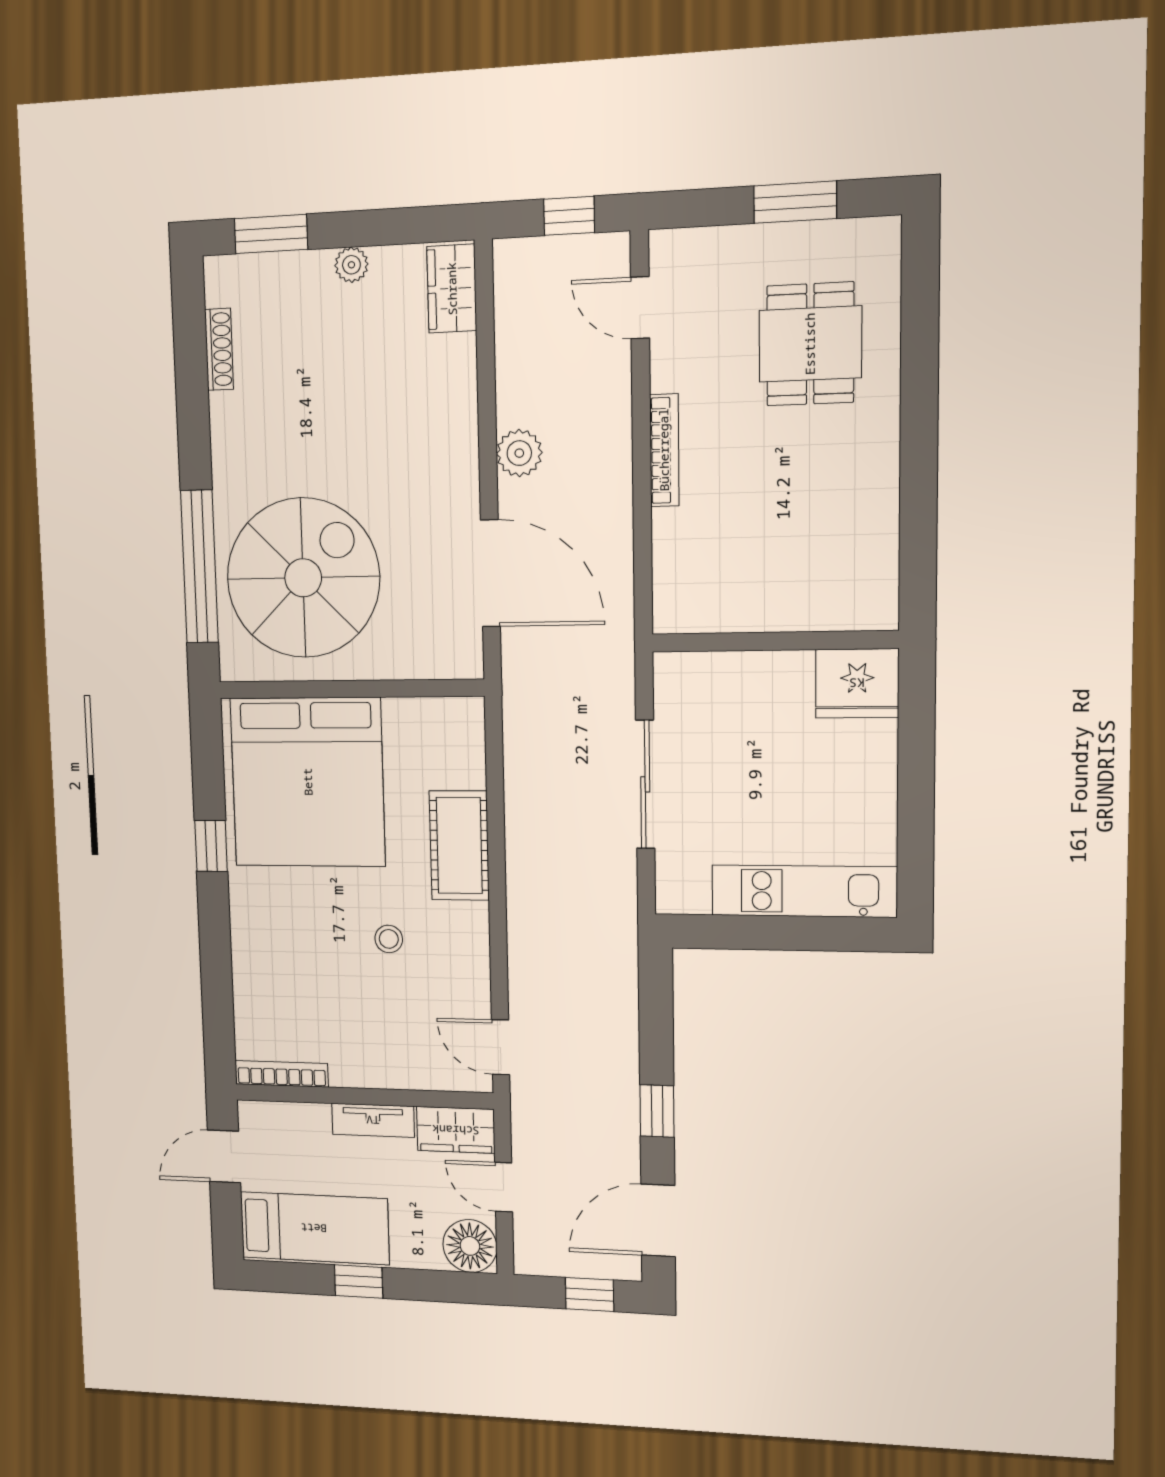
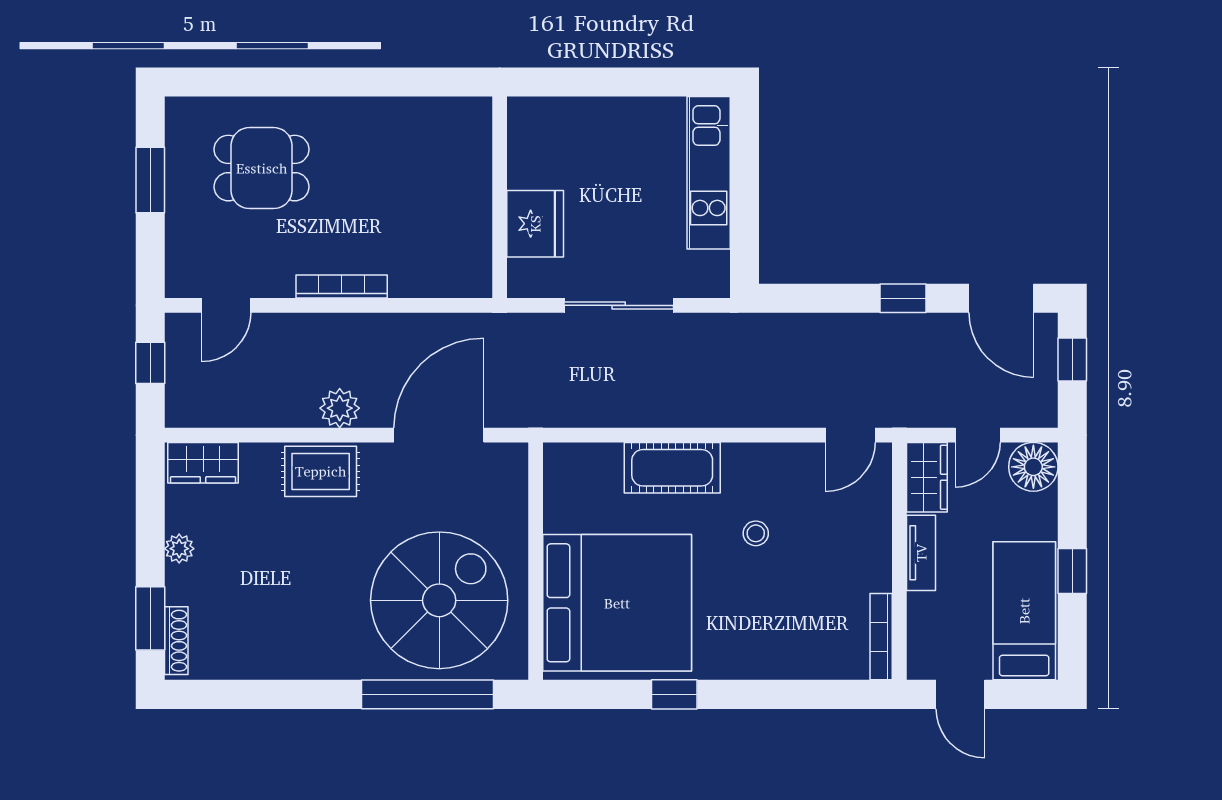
shoe rack: (219, 349) -> (176, 641), moved, turned 90
rug: (445, 433) -> (321, 471), added
spiral stairs: (303, 578) -> (439, 600), turned 90
fridge: (857, 683) -> (535, 224), moved

